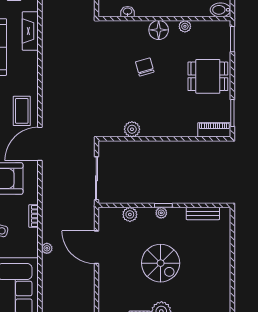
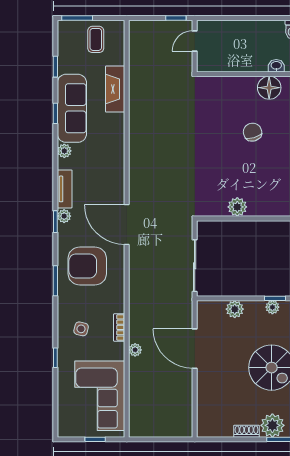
washbasin: (128, 12) -> (276, 66), moved
coffee table: (22, 111) -> (105, 185), removed
door: (40, 144) -> (127, 225), hinge flipped
bookcase: (34, 216) -> (119, 327), moved

